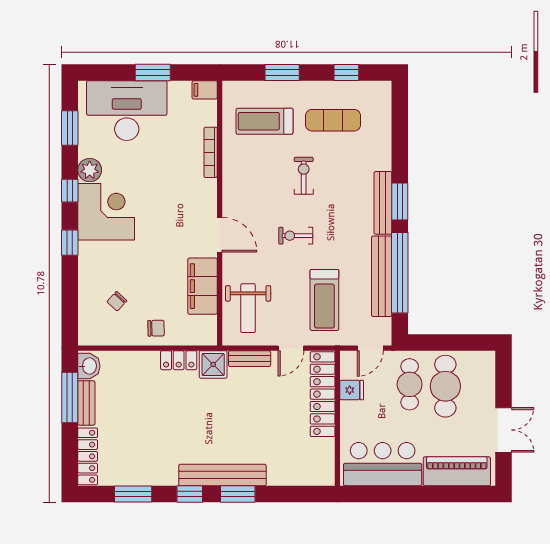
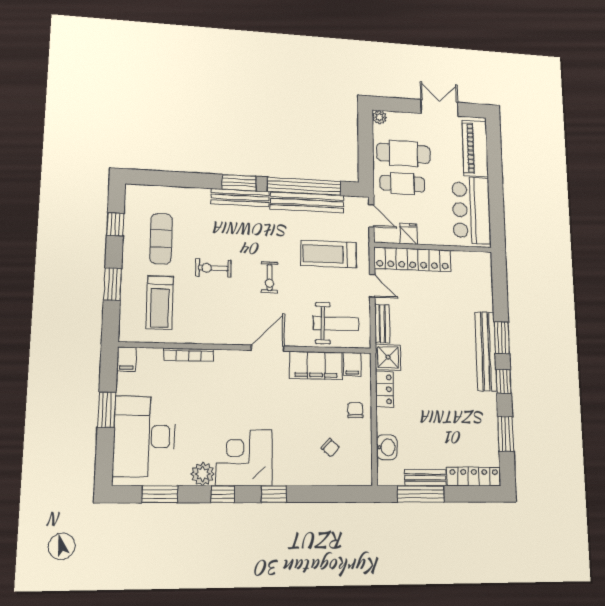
treadmill: (324, 300) -> (329, 254), turned 180
filing cabinet: (205, 325) -> (352, 364), added
plant: (487, 359) -> (379, 117), added
washbasin: (89, 366) -> (387, 447), moved, turned 90

